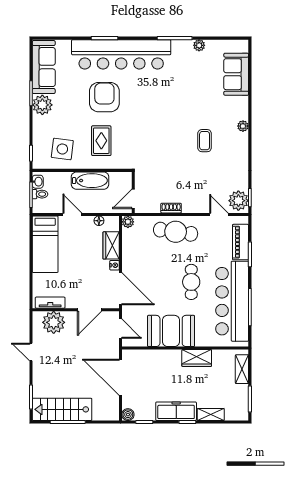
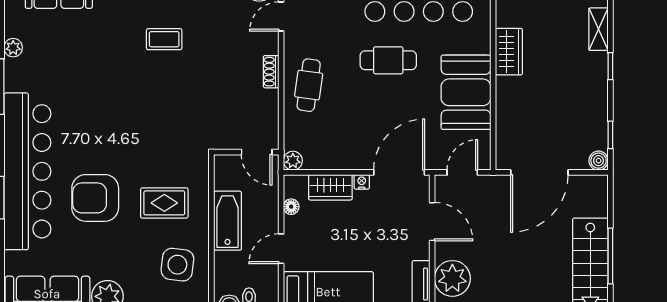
shoe rack: (171, 208) -> (271, 72), moved
cafe table: (176, 232) -> (309, 85), width x0.73, depth x0.74
freezer: (176, 411) -> (593, 84), removed

